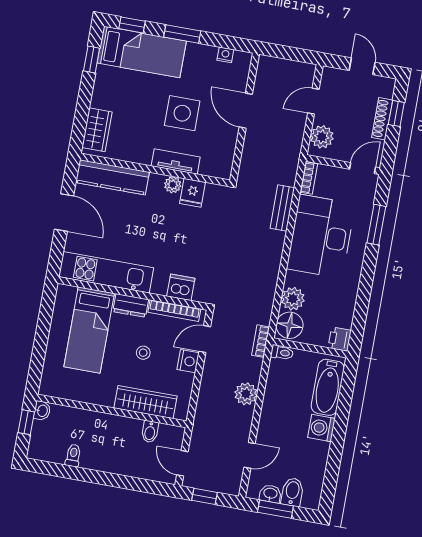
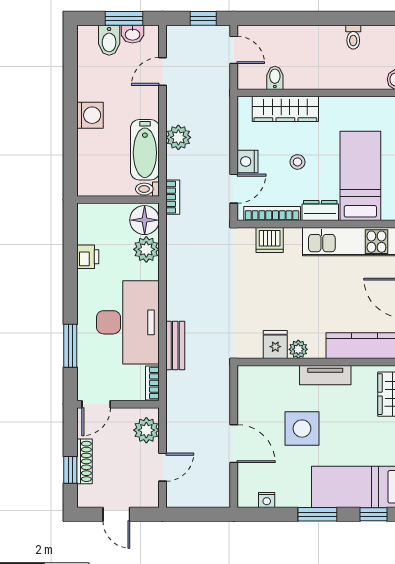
tv unit: (176, 161) -> (325, 375), moved
printer: (340, 339) -> (88, 257), moved
bathtub: (328, 387) -> (145, 150), moved, turned 180

